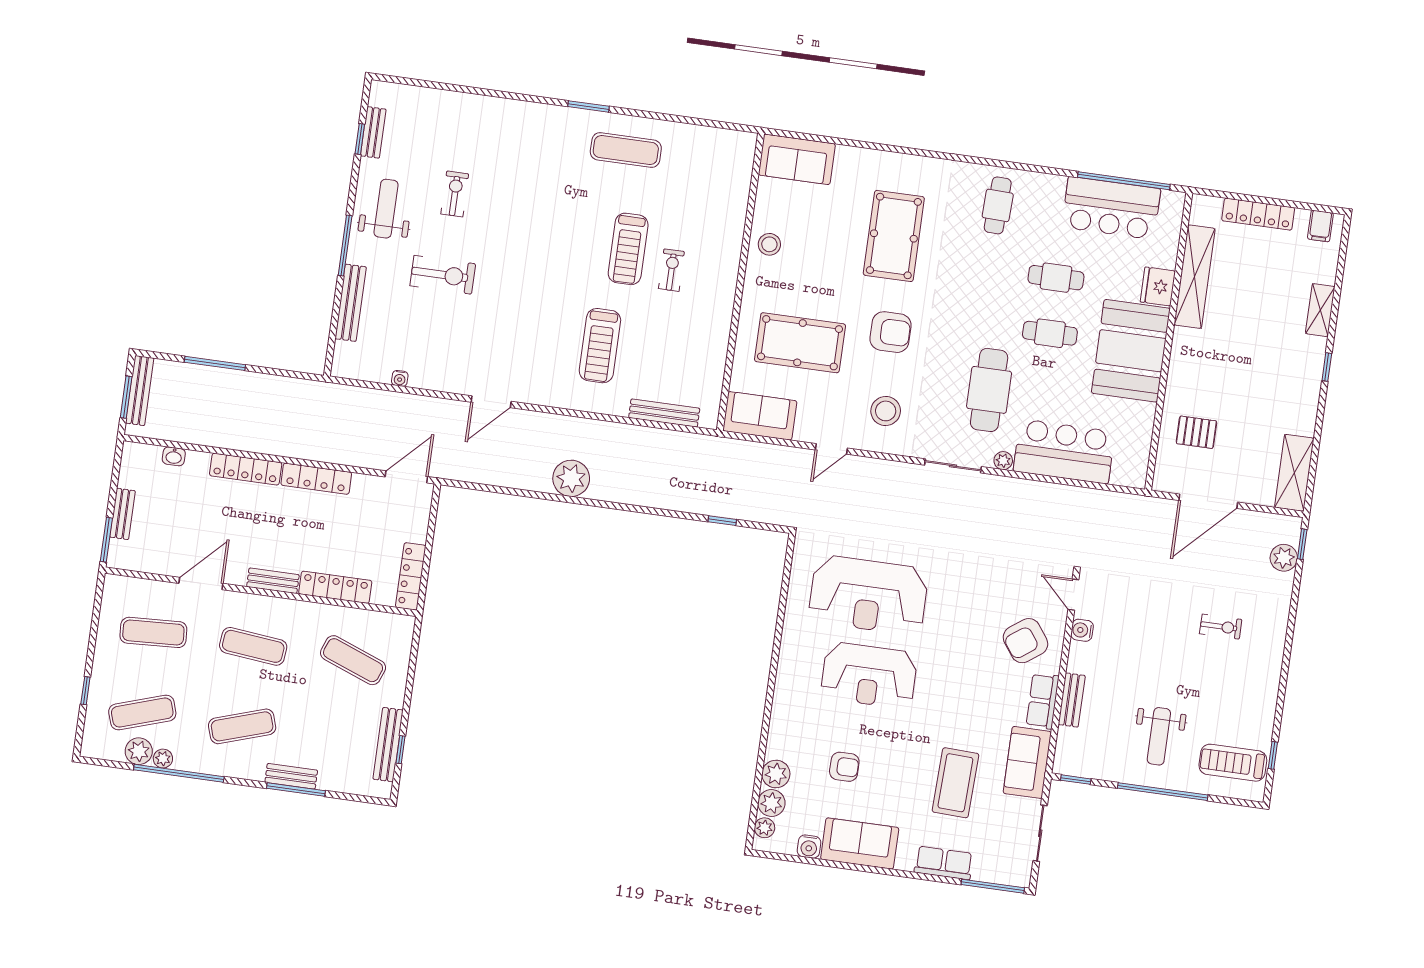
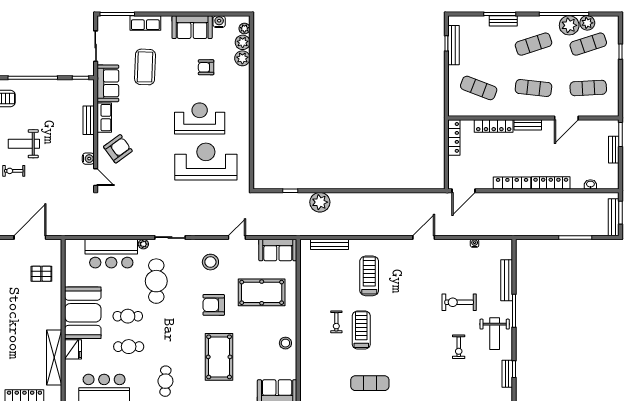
plant: (571, 478) -> (320, 202), moved
weight bench: (1159, 736) -> (24, 144), moved, turned -90
plant: (163, 759) -> (569, 25), width x1.88, depth x1.88

